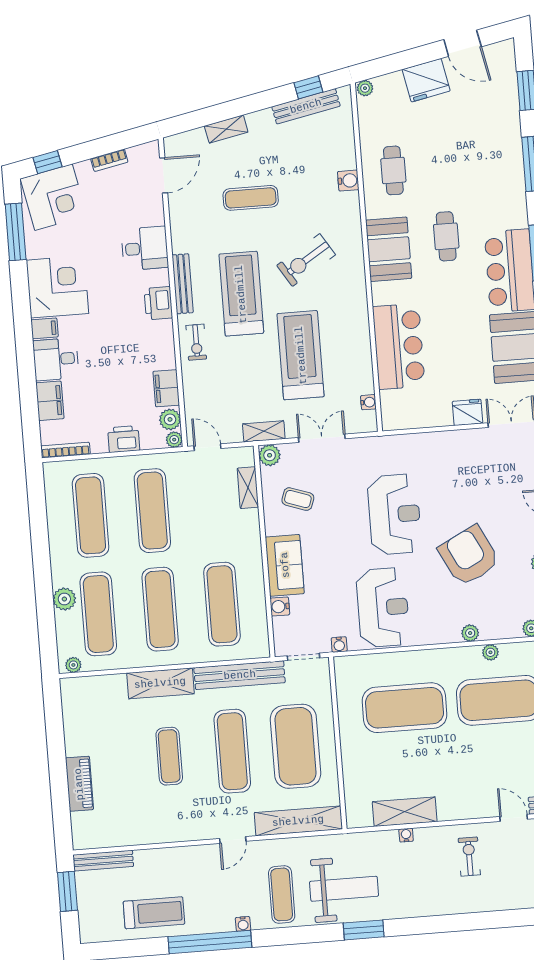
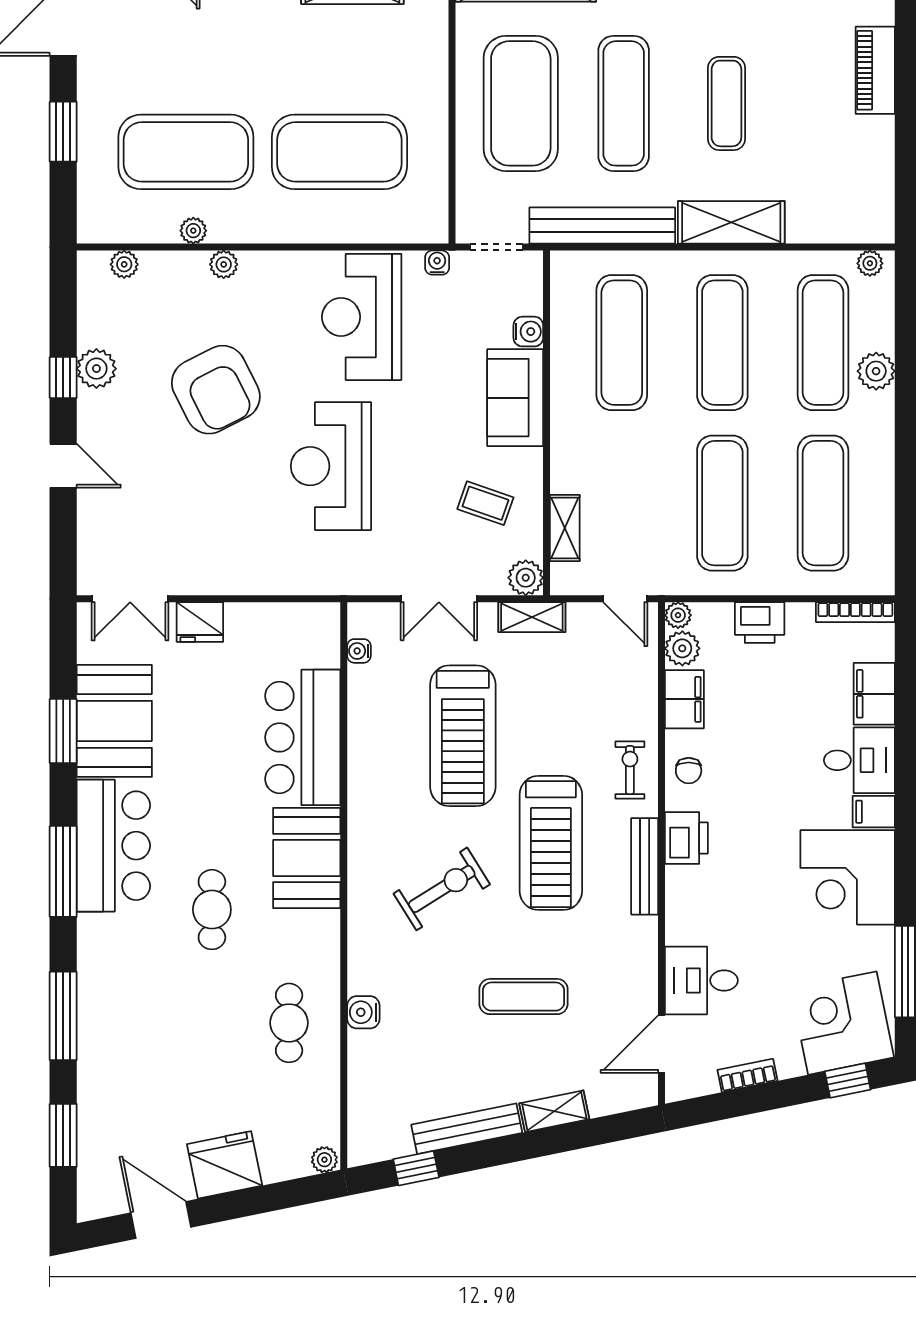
bench: (306, 106) -> (467, 1129), moved
desk: (145, 248) -> (701, 980), moved
booth: (389, 249) -> (307, 858), moved
chair: (160, 345) -> (689, 771), added

